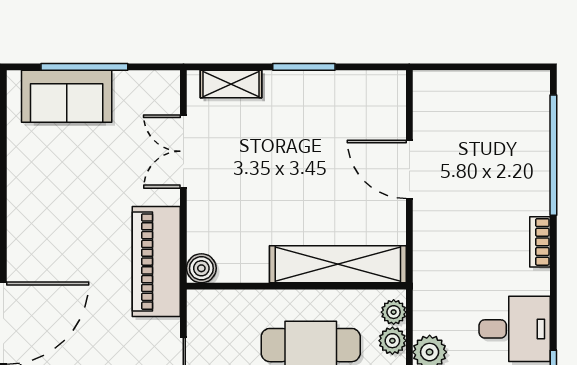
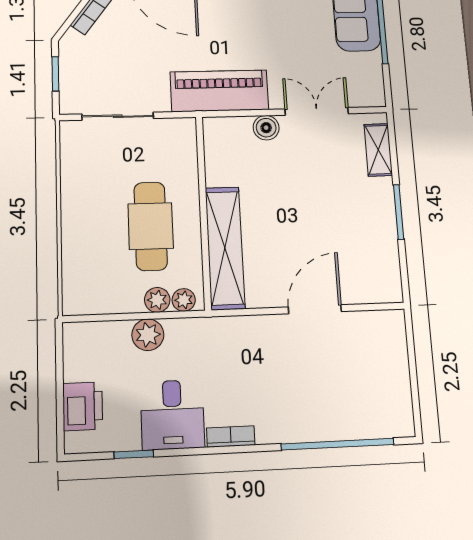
bookcase: (540, 242) -> (231, 436), moved
boiler: (201, 268) -> (266, 128), moved

